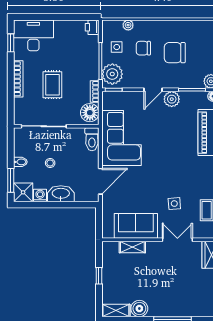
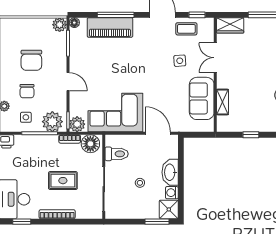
plant: (172, 99) -> (77, 124), moved
toilet: (92, 139) -> (117, 154), moved
bidet: (20, 162) -> (139, 212), removed

